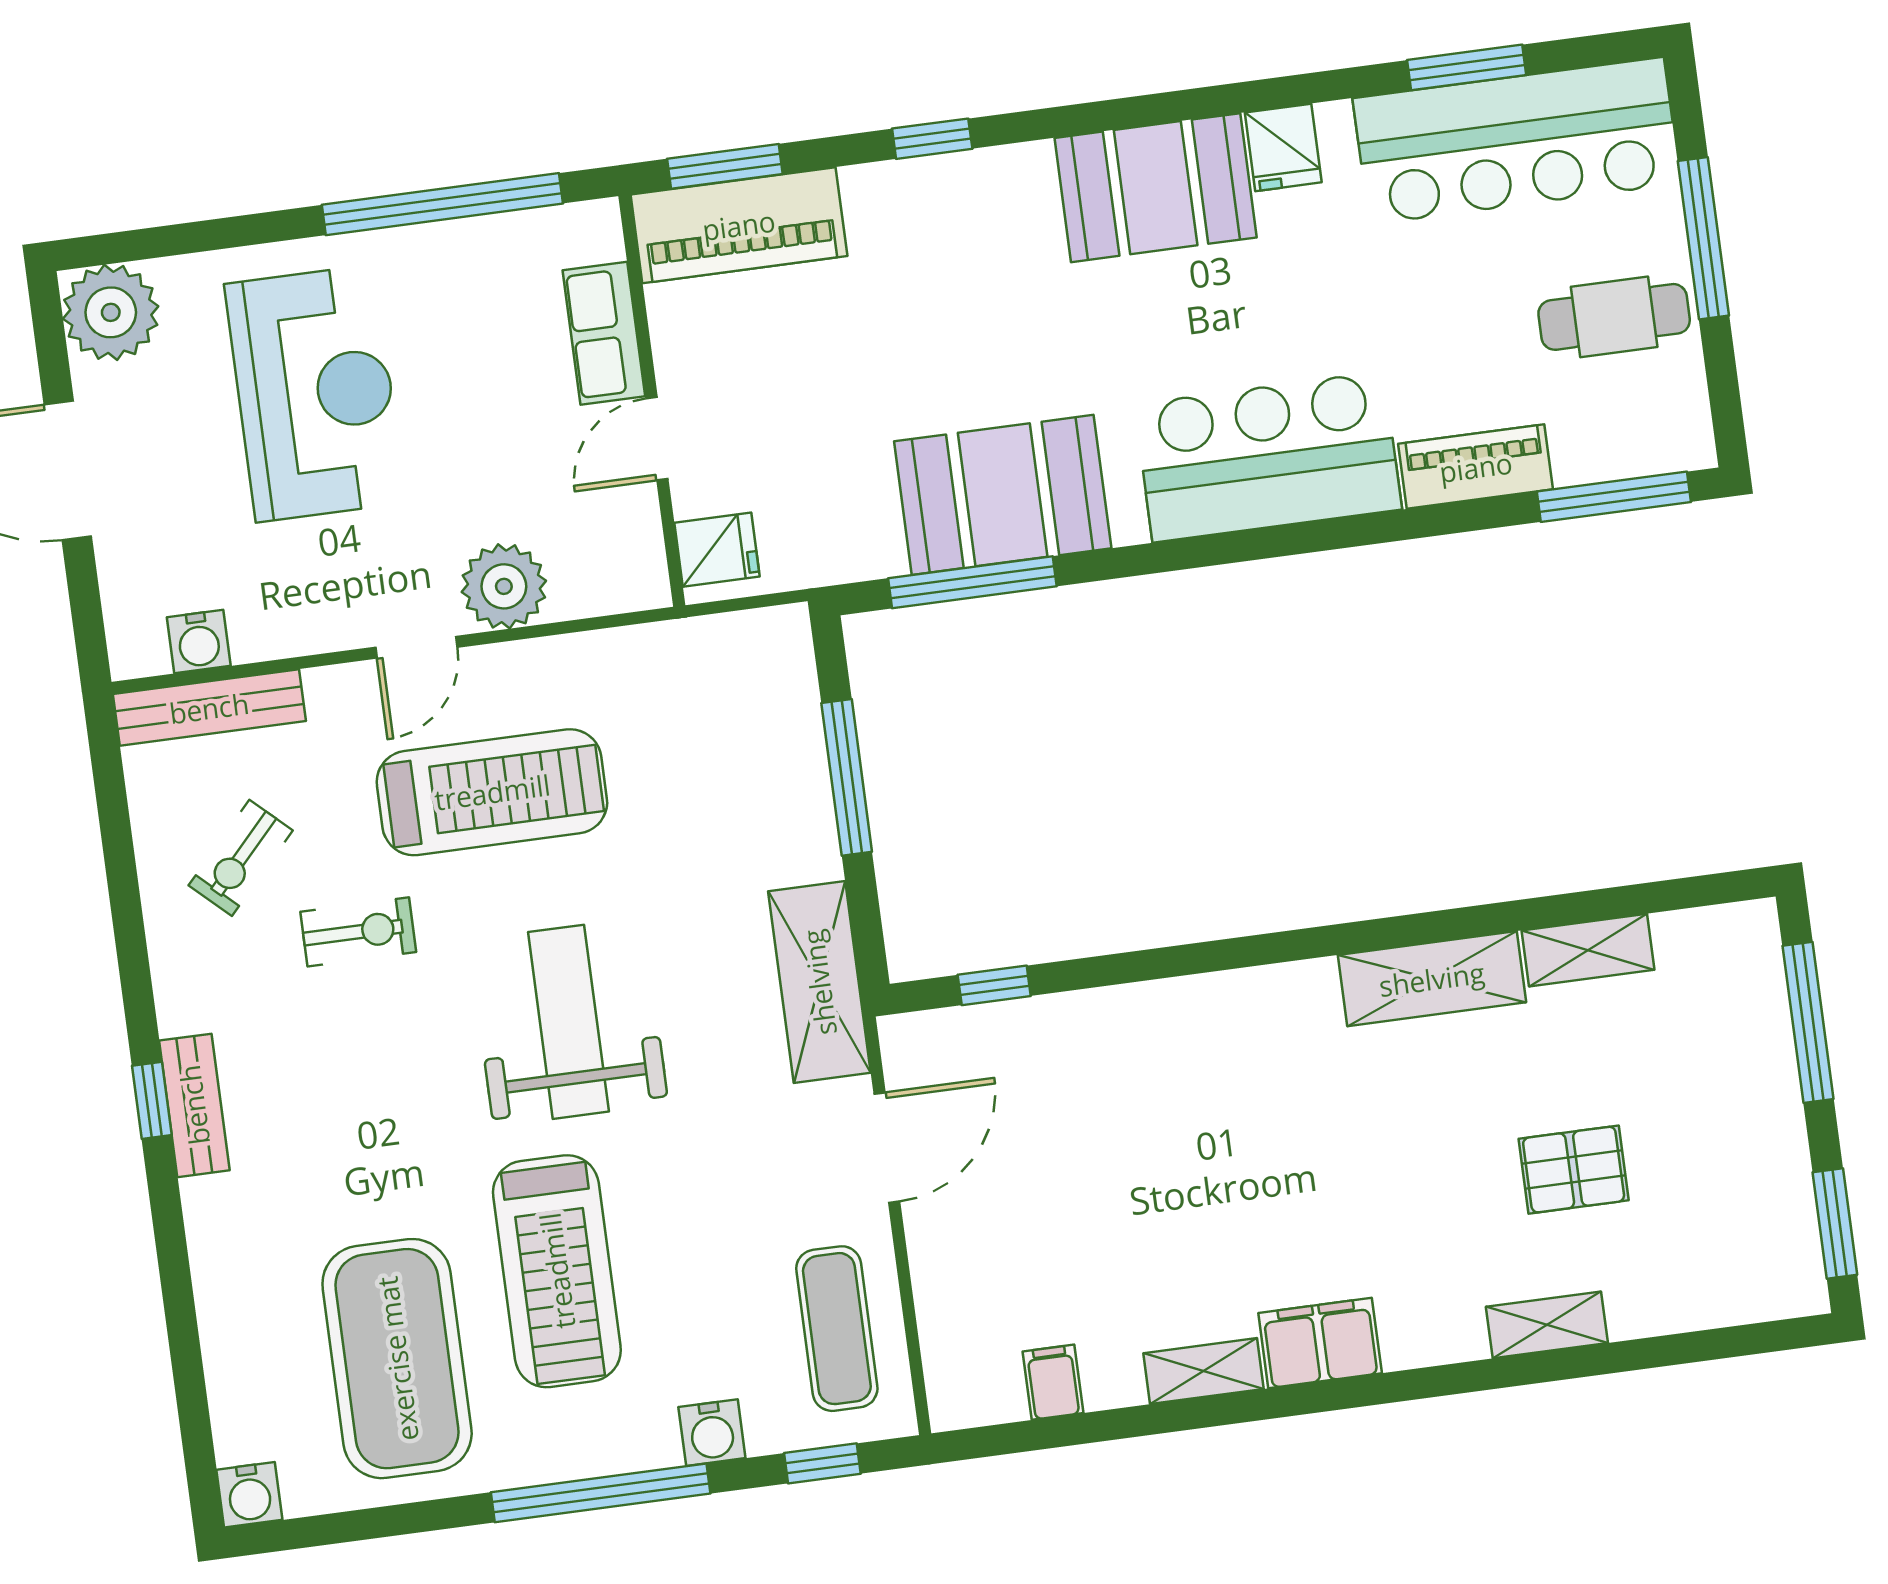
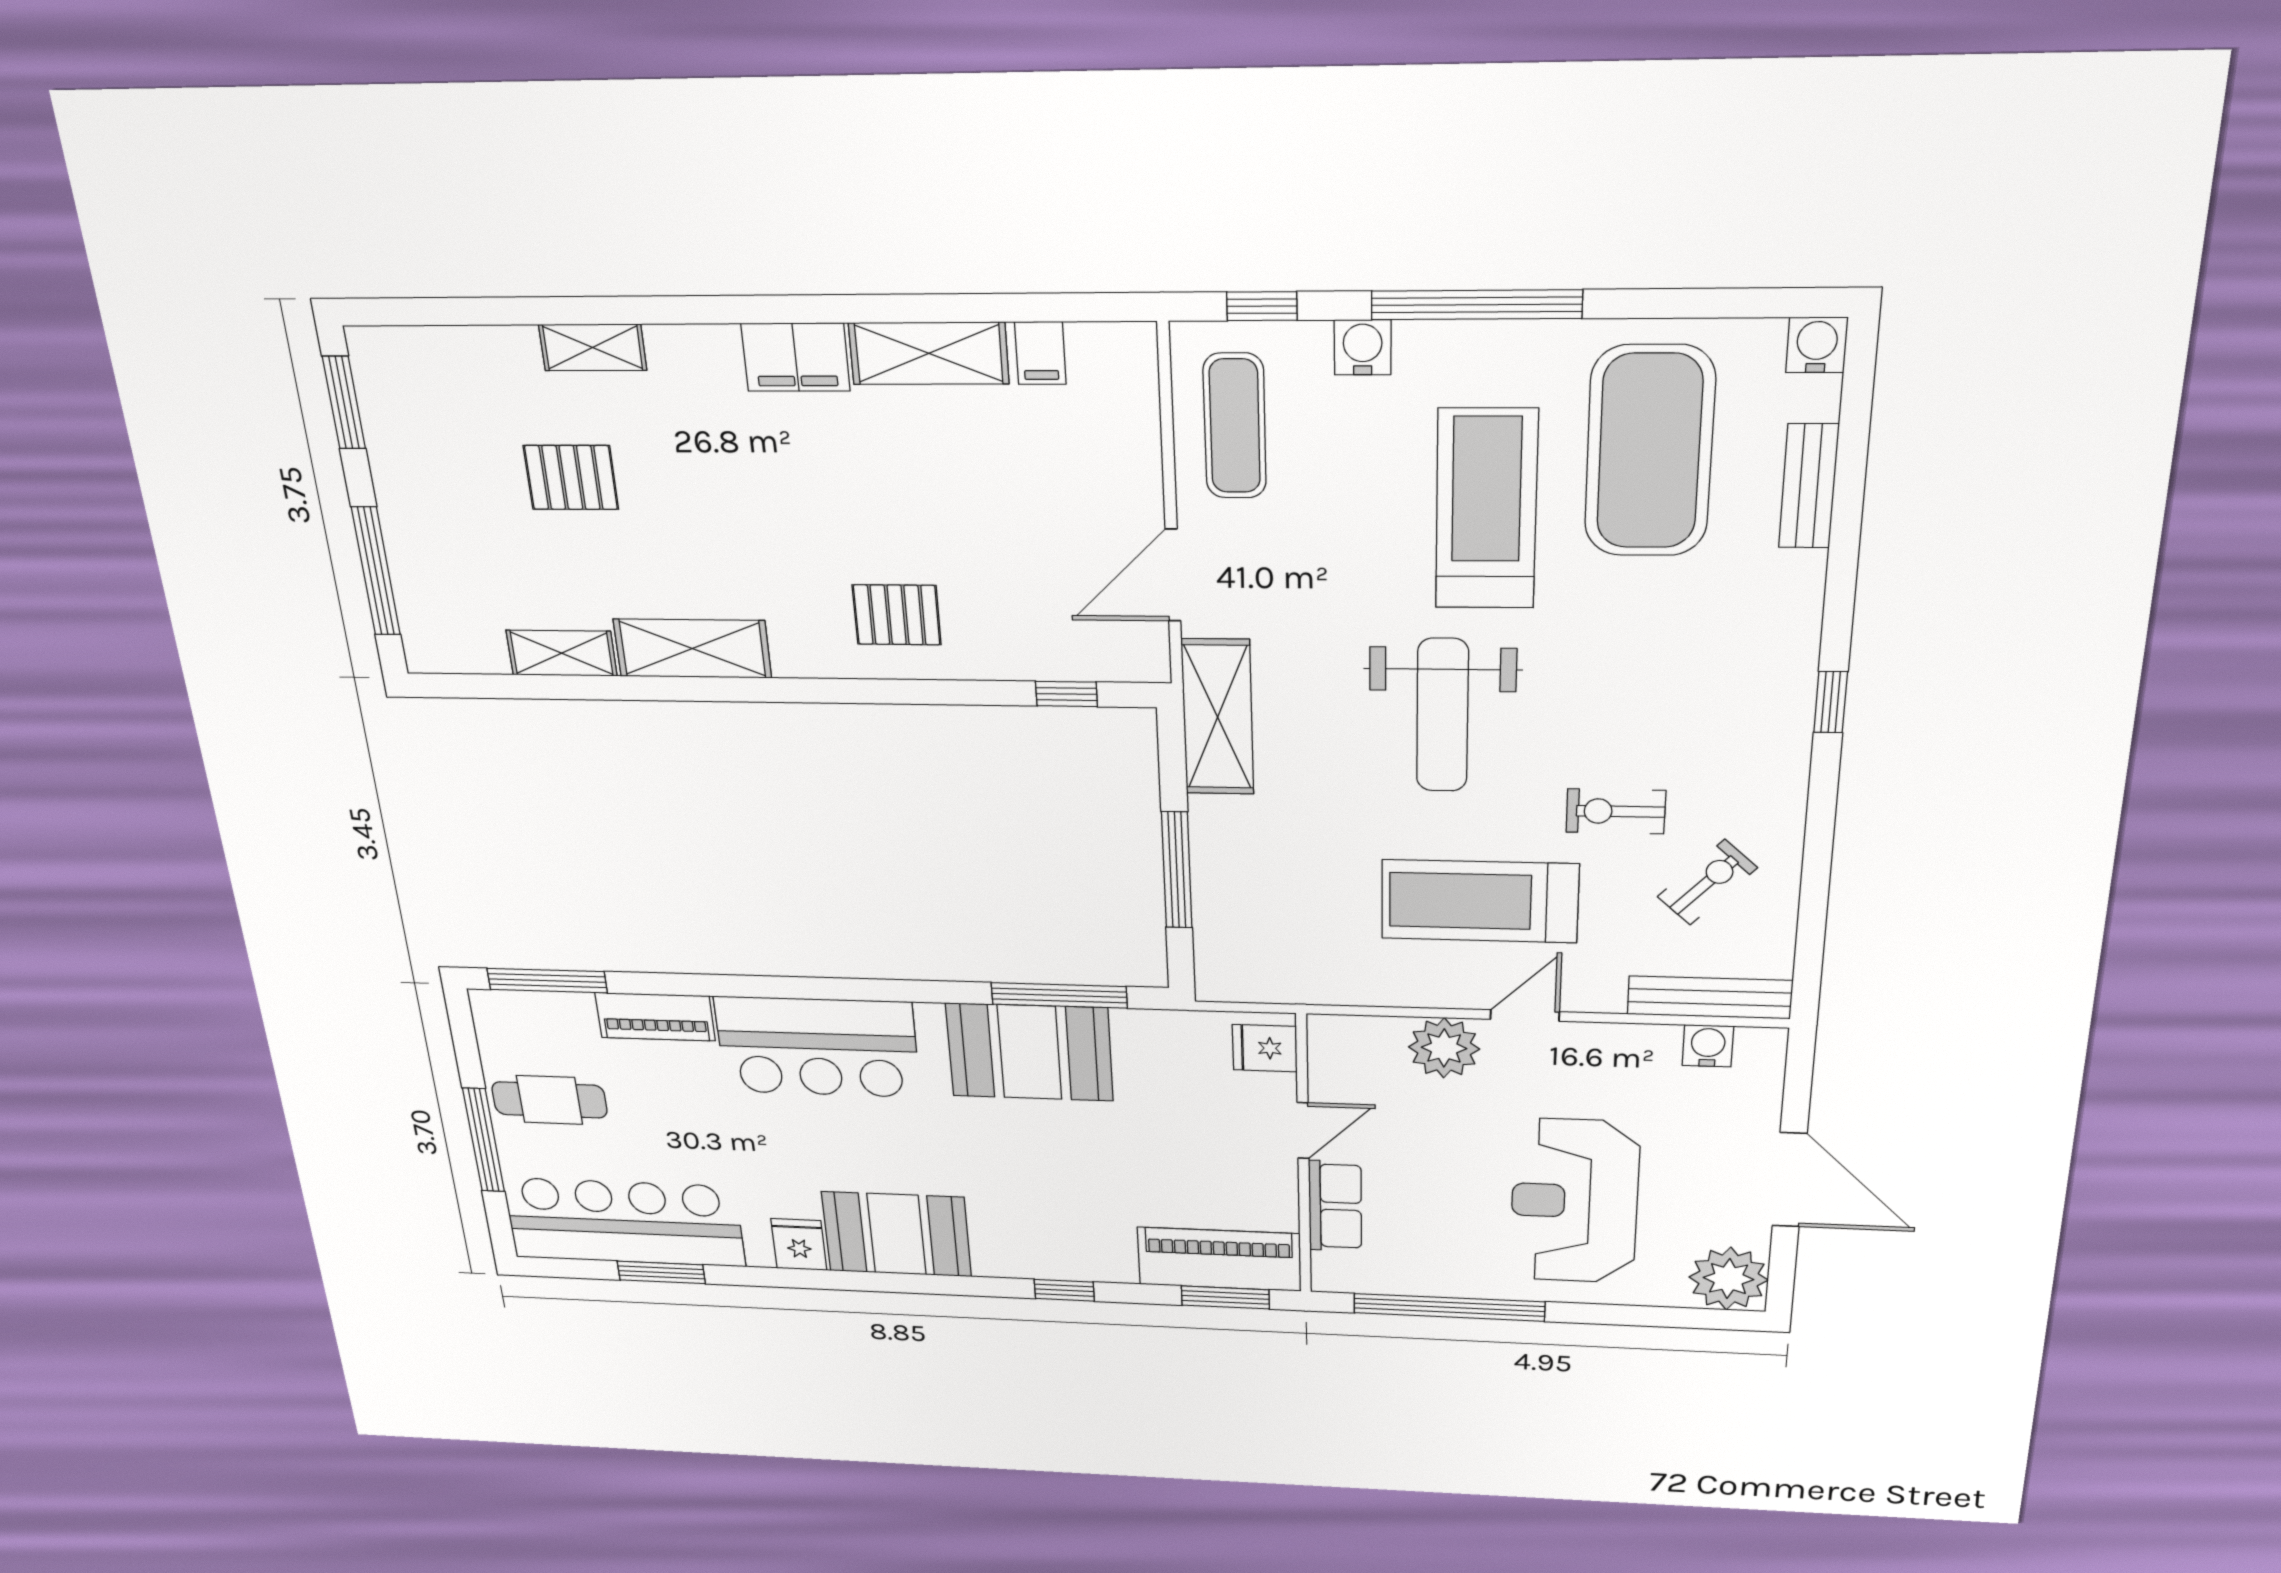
pallet: (1195, 1055) -> (897, 615), added
bench: (194, 1105) -> (1809, 486), moved
shelving: (1204, 1371) -> (929, 353), width x1.50, depth x1.33

